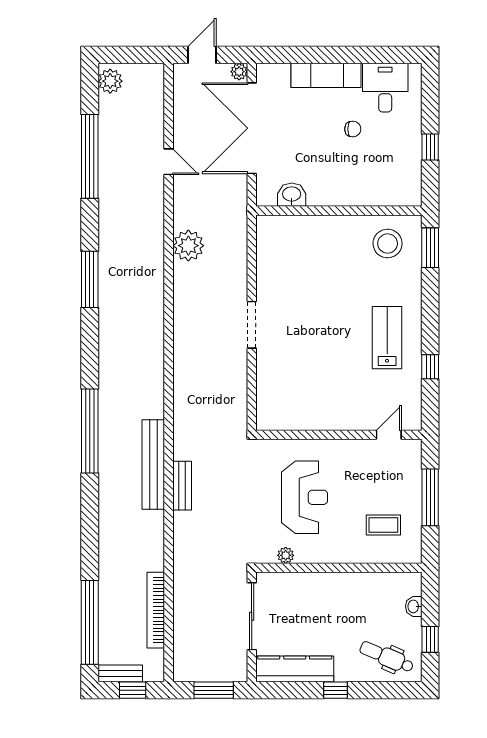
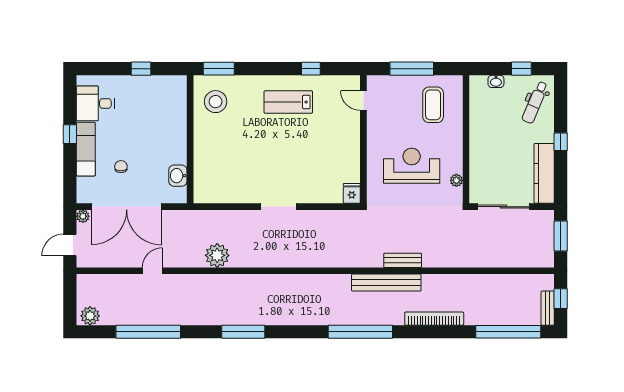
door: (202, 55) -> (70, 245), hinge flipped
window: (345, 55) -> (70, 134), added
chair: (353, 129) -> (121, 167), moved
fridge: (269, 420) -> (352, 193), added
coffee table: (383, 525) -> (433, 105), width x1.36, depth x1.30
bookcase: (156, 610) -> (434, 319), moved, turned 180

